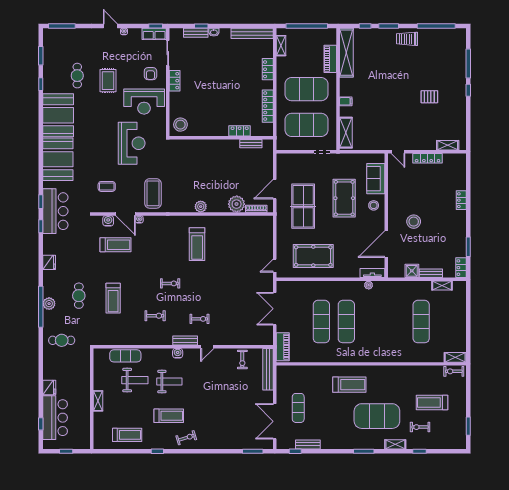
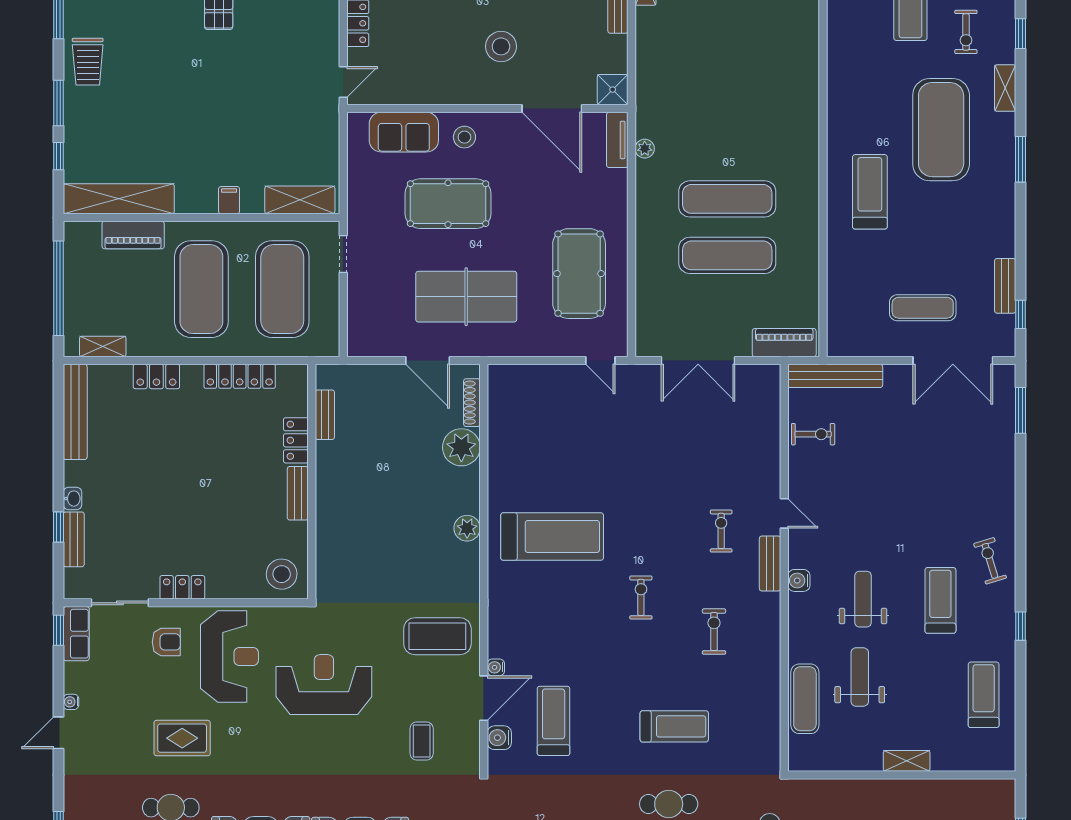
bench: (216, 132) -> (298, 493), added
treadmill: (197, 244) -> (552, 537), width x1.37, depth x1.38
shower: (412, 271) -> (613, 90), moved
exercise mat: (421, 322) -> (727, 29), removed

